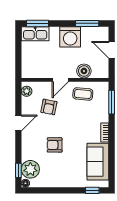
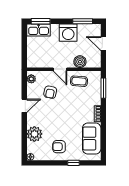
door: (60, 80) -> (60, 69), hinge flipped
armchair: (55, 145) -> (59, 147), moved
plant: (30, 169) -> (34, 134), moved
window: (18, 170) -> (24, 146), removed
window: (92, 190) -> (73, 163), moved

